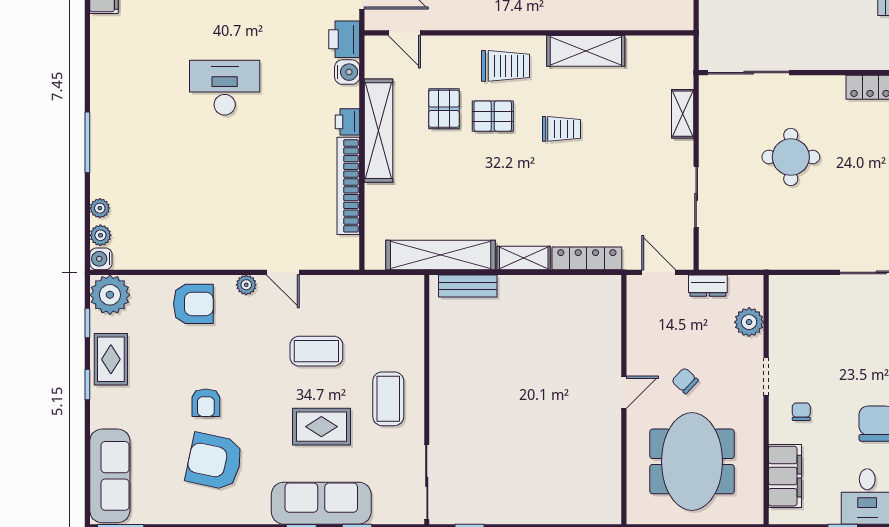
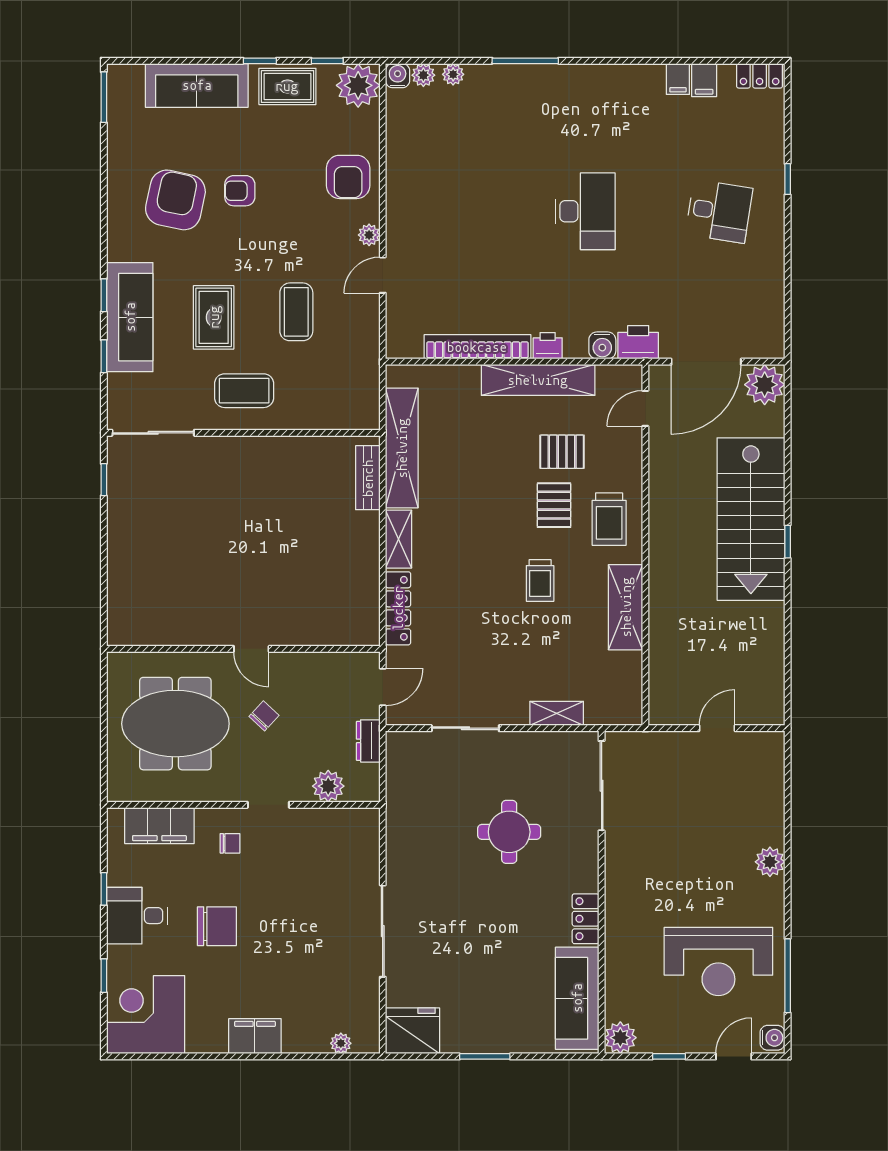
sofa: (110, 476) -> (197, 85), moved

